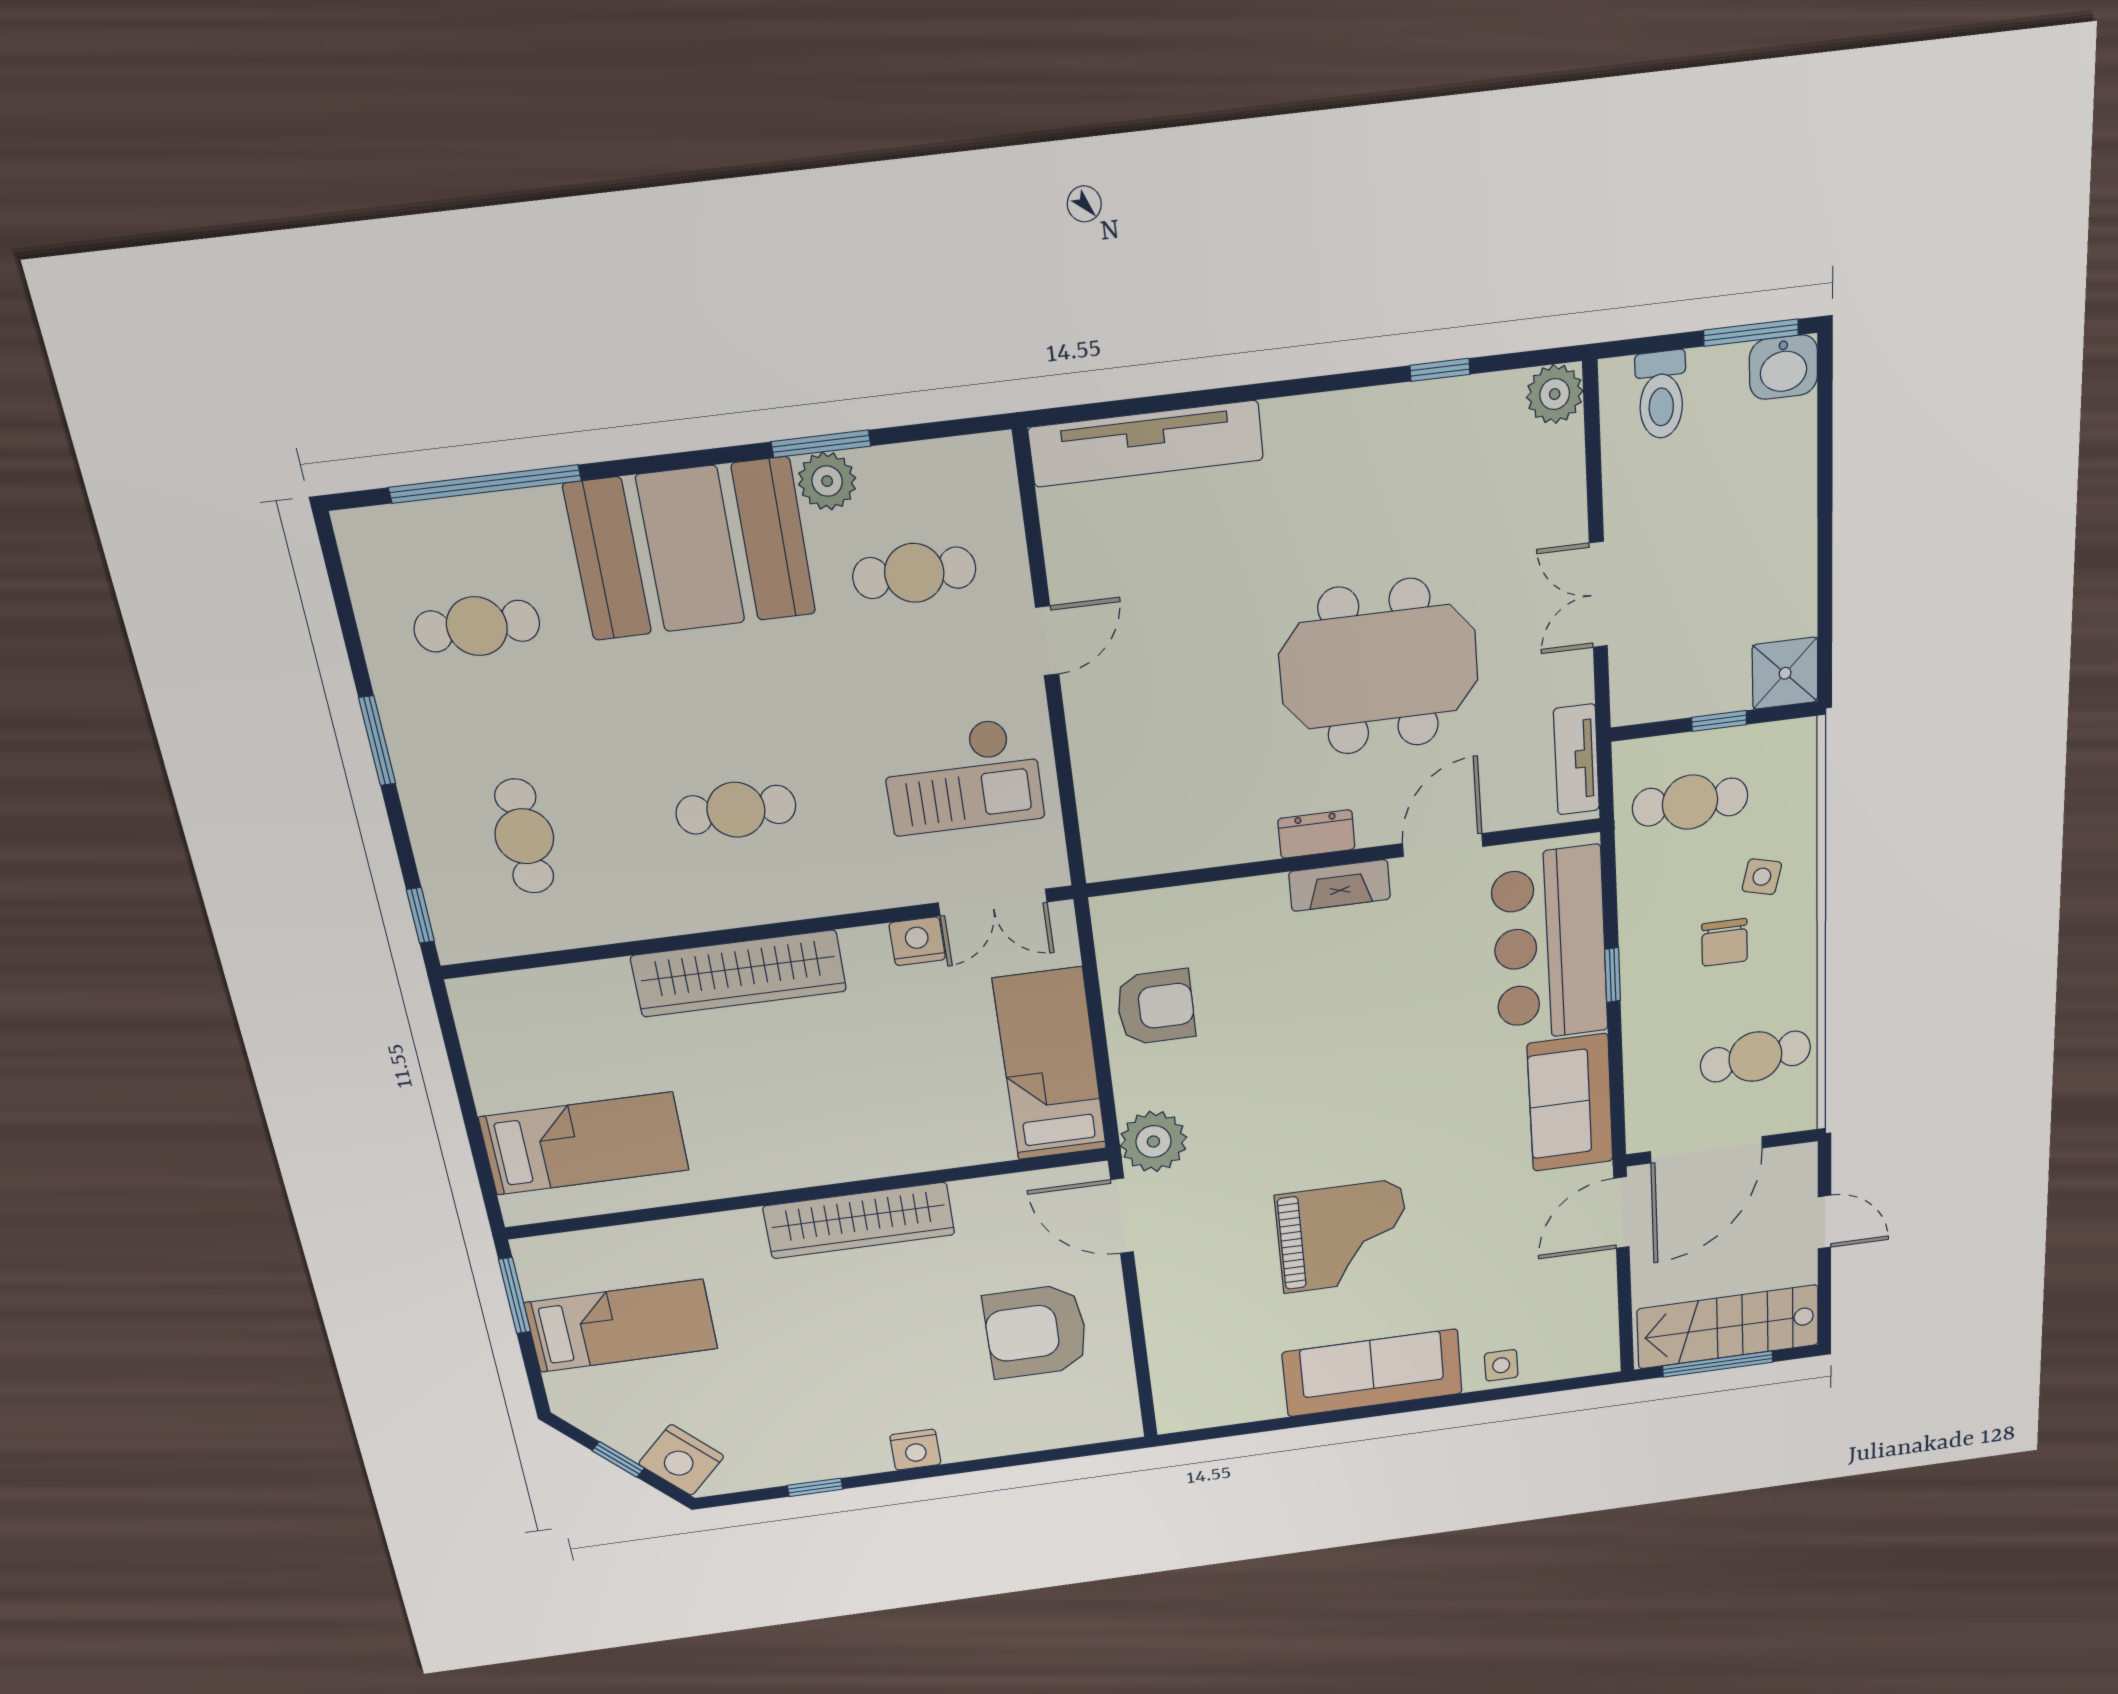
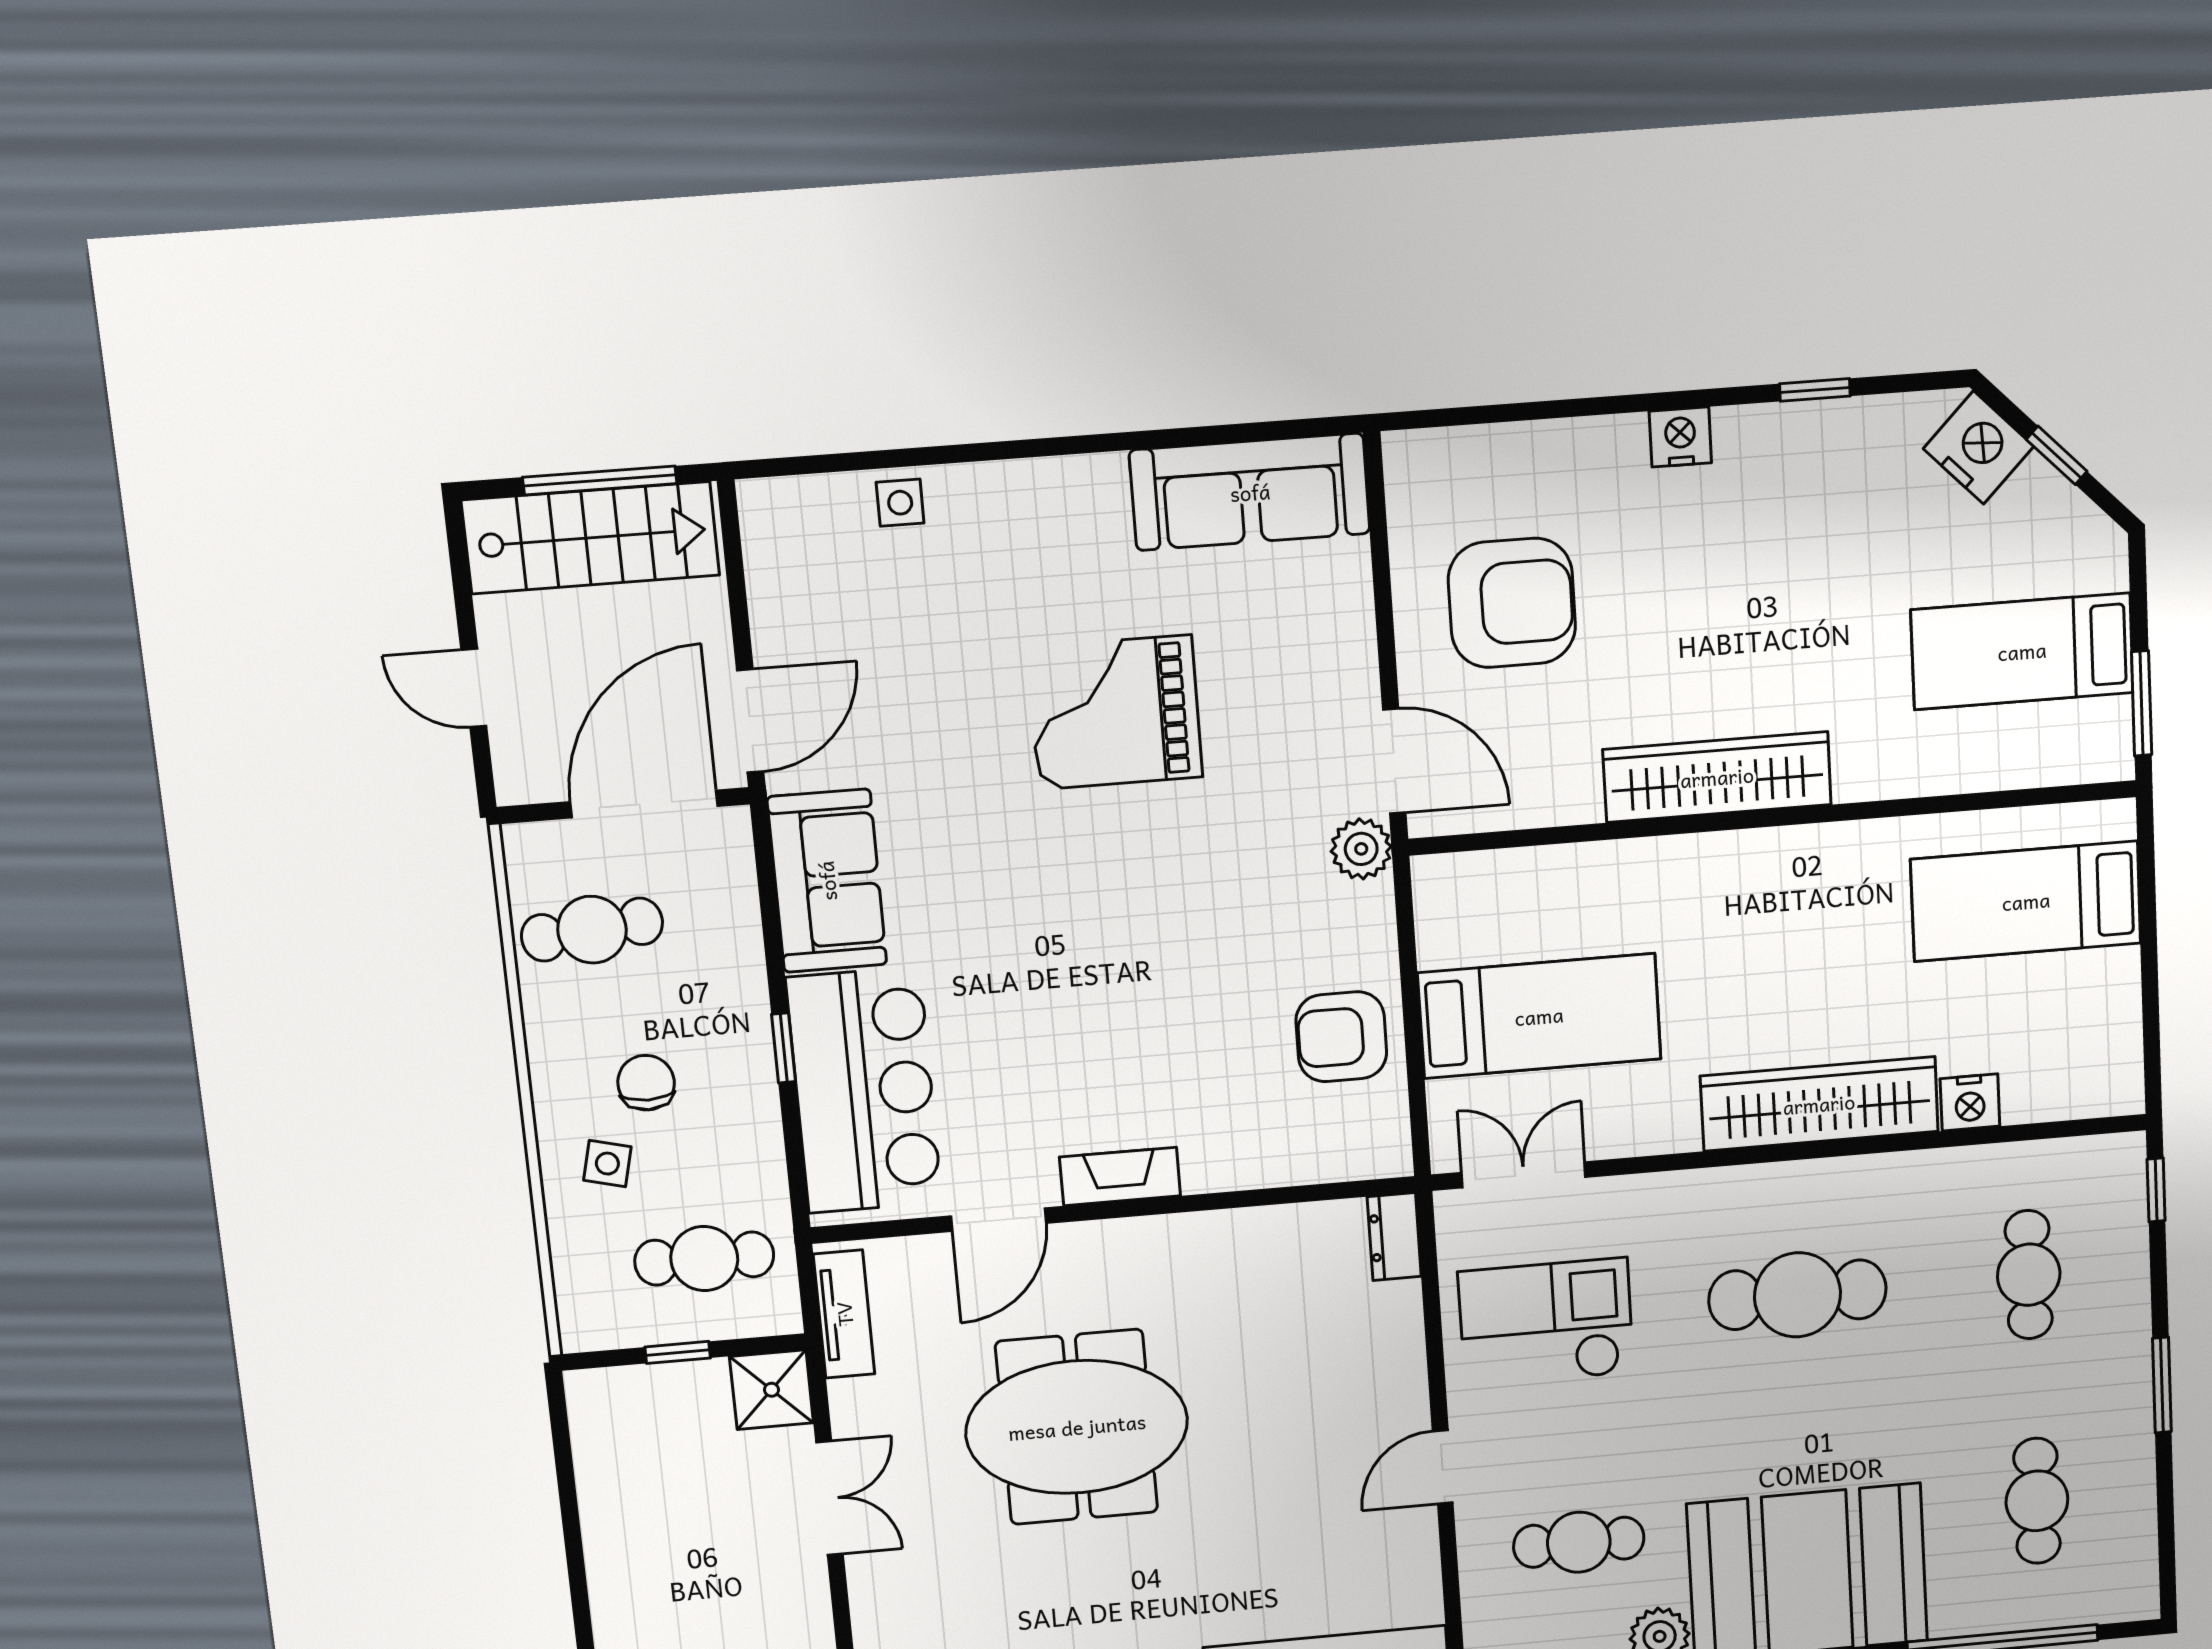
cafe table: (477, 626) -> (2037, 1501), turned 90
shower: (1785, 673) -> (772, 1390), moved
cafe table: (736, 810) -> (1797, 1295), width x1.37, depth x1.35
dresser: (1316, 834) -> (1394, 1237), moved, turned 90
nightstand: (917, 941) -> (1970, 1102), moved
bed: (1050, 1064) -> (1539, 1016), moved, turned -90
plant: (1153, 1142) -> (1361, 849), width x0.73, depth x0.73
sofa: (1372, 1373) -> (1250, 492), moved

